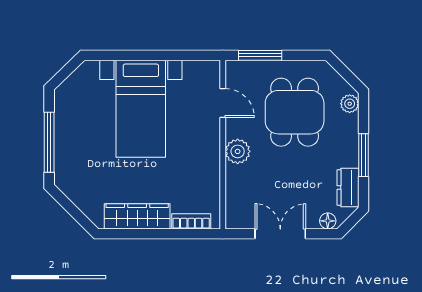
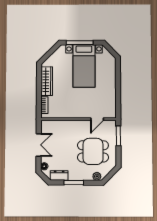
bed with nightstands: (141, 109) -> (84, 66), moved, turned -90
plant: (238, 151) -> (75, 126), removed

